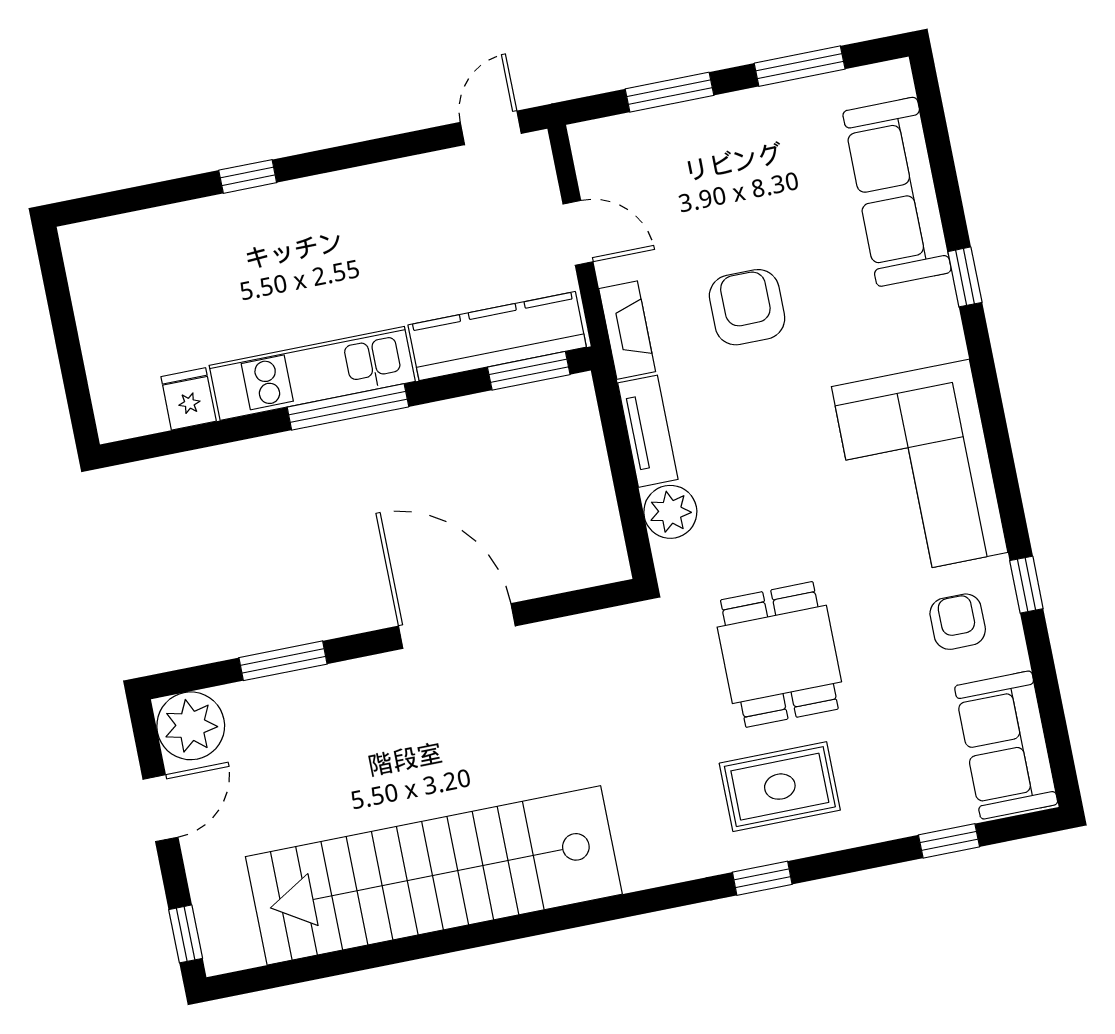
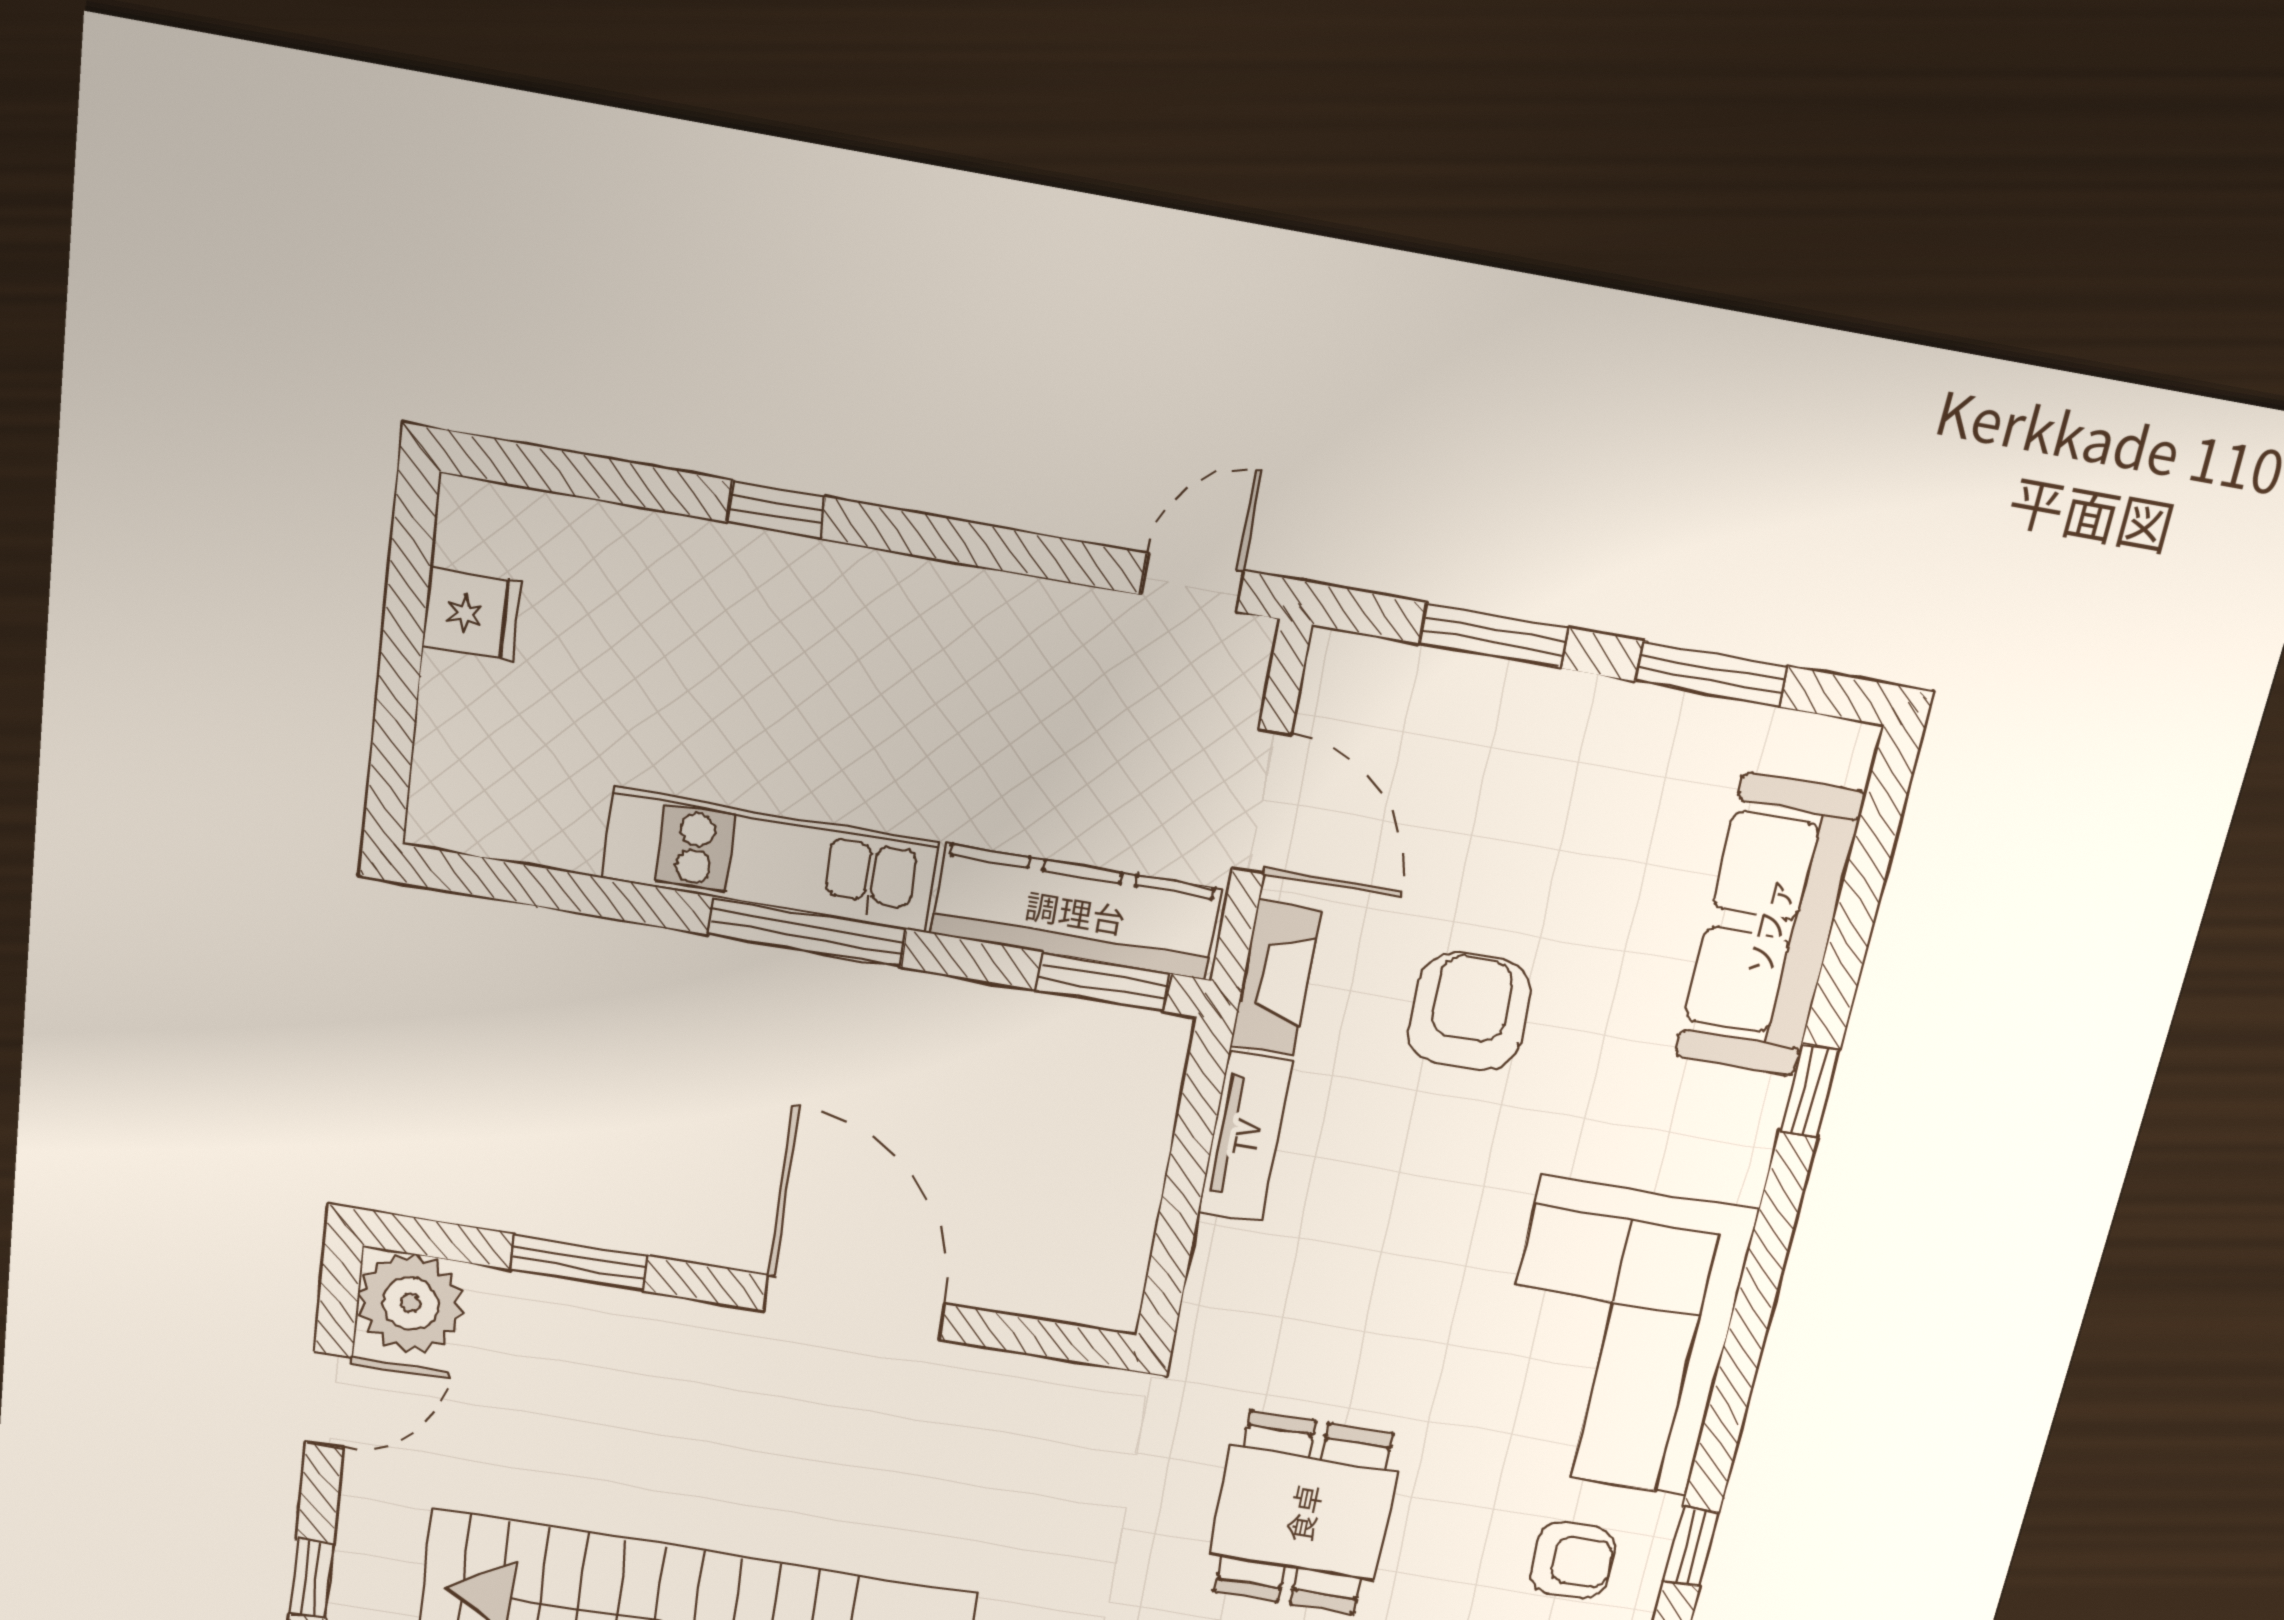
door: (578, 233) -> (1261, 802), width x1.38
fridge: (189, 399) -> (472, 614), moved, turned 90
plant: (670, 512) -> (1230, 1263), removed
armchair: (958, 622) -> (1572, 1560), turned 90

